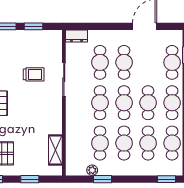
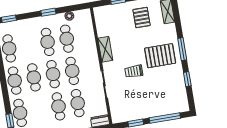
trolley: (34, 74) -> (134, 71), moved
cafe table: (148, 143) -> (28, 45), removed
shelving: (55, 150) -> (105, 49), moved
window: (102, 179) -> (48, 12), moved

